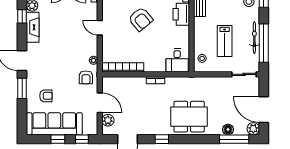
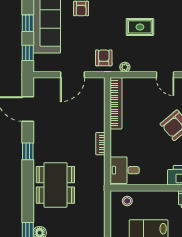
door: (100, 28) -> (165, 75), swing flipped
rug: (61, 48) -> (140, 27), added
armchair: (86, 77) -> (104, 58), turned 90
plant: (108, 120) -> (51, 85), removed

